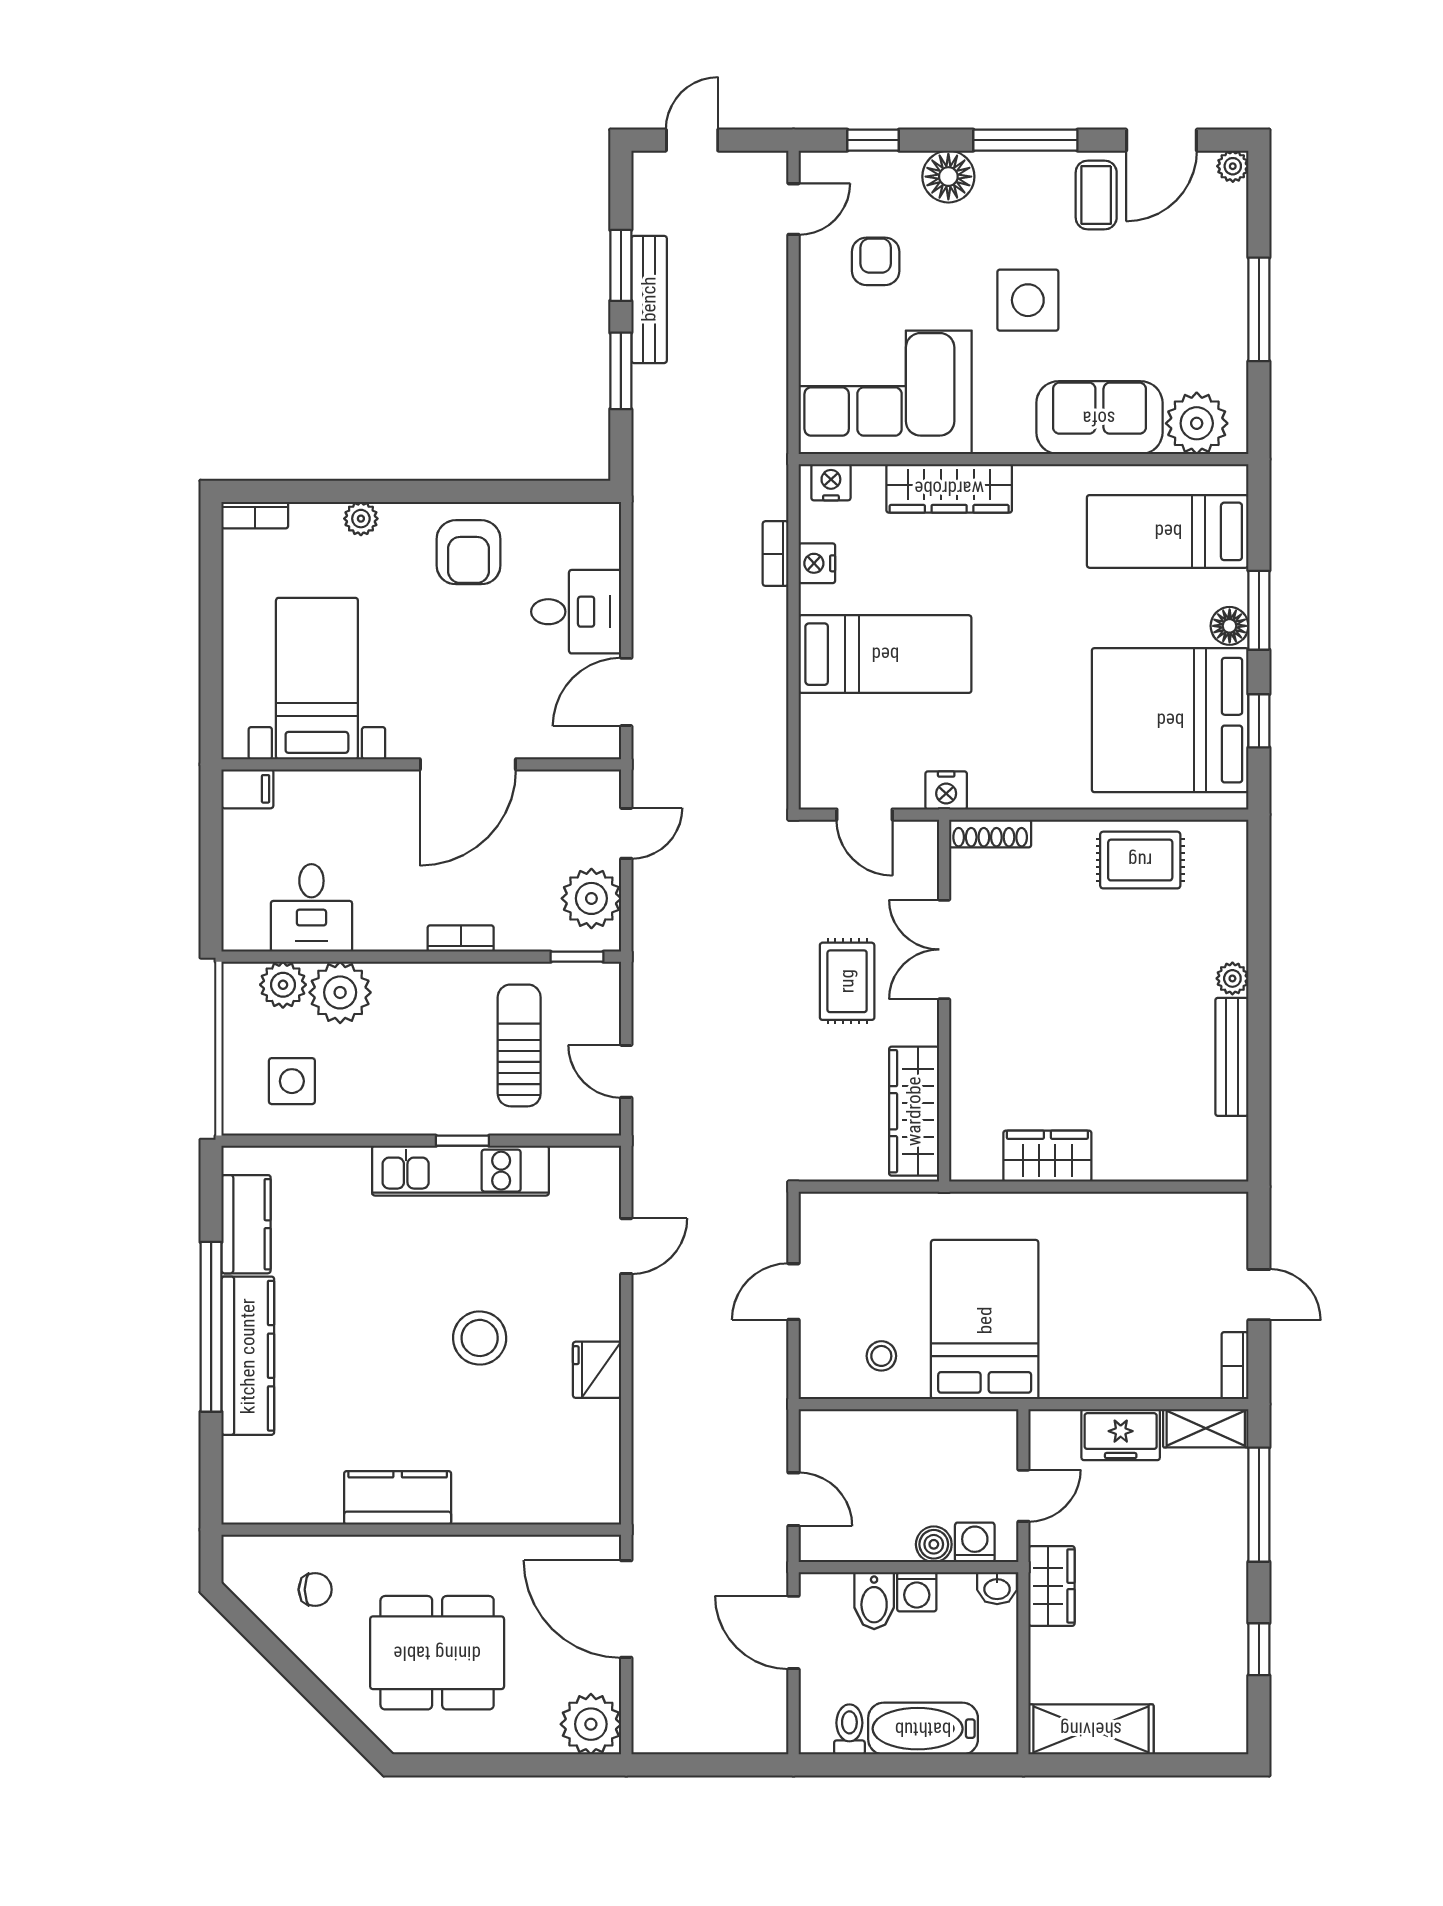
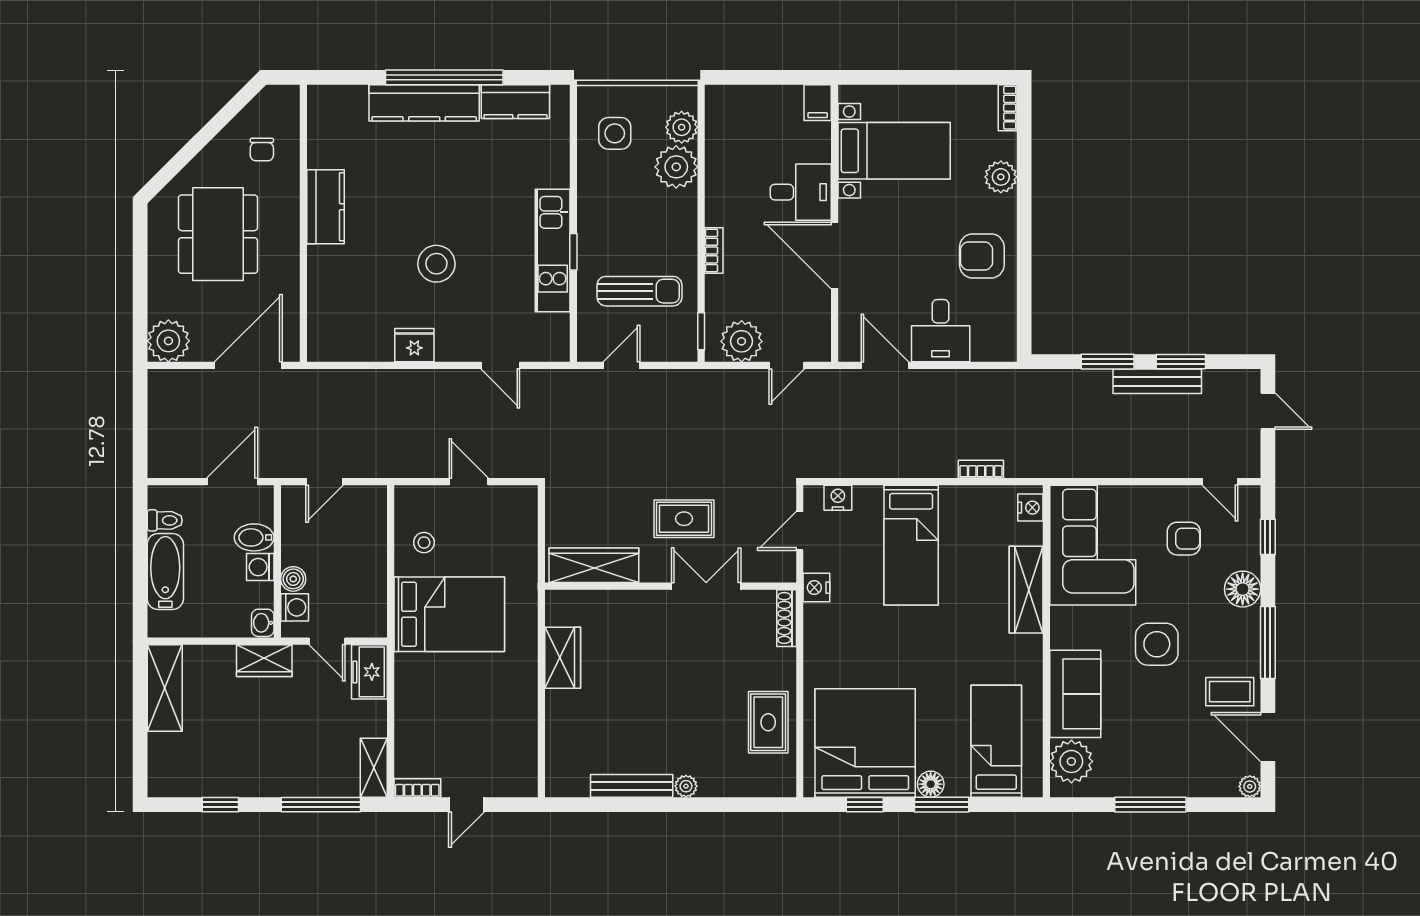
plant: (361, 519) -> (1001, 177), width x1.38, depth x1.38
nightstand: (817, 563) -> (838, 498), moved
door: (626, 833) -> (787, 365), hinge flipped
desk: (311, 908) -> (801, 192), moved, turned 180
freezer: (1121, 1435) -> (369, 672), moved

